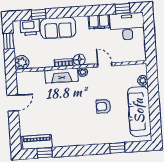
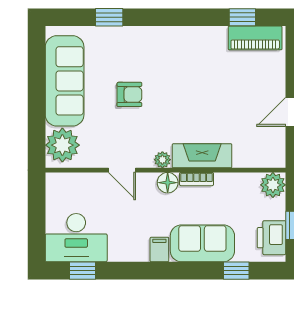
filing cabinet: (99, 22) -> (159, 249), moved, width x0.50
printer: (30, 27) -> (271, 238), moved, turned -90
plant: (143, 80) -> (62, 145), width x1.88, depth x1.88

